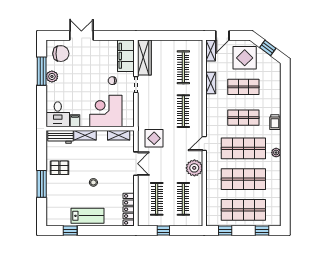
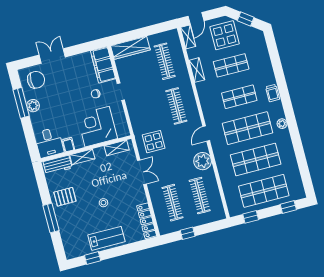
wardrobe: (144, 58) -> (130, 48), moved, turned 90

